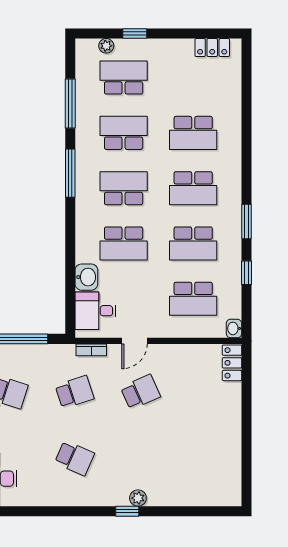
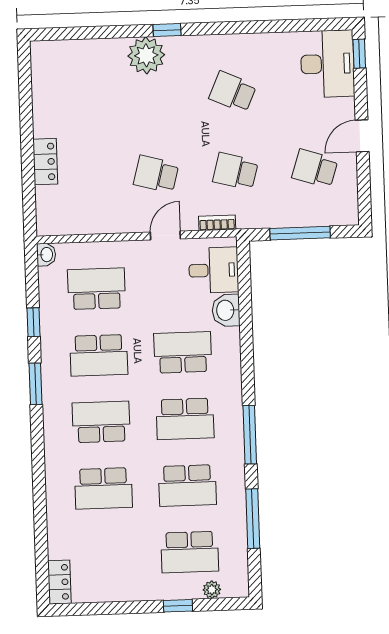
locker: (212, 48) -> (59, 582), moved, turned 90
school desk: (193, 133) -> (103, 488), turned 180
school desk: (193, 243) -> (99, 355), turned 180
locker: (232, 363) -> (45, 162), moved
school desk: (75, 392) -> (235, 171), turned 33
school desk: (140, 392) -> (156, 174), turned 39
plant: (138, 498) -> (146, 55), width x1.87, depth x1.87

